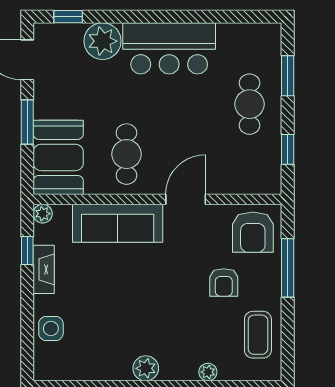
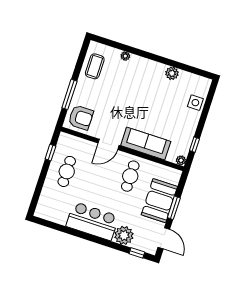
window: (288, 76) -> (39, 189), removed
cafe table: (250, 104) -> (67, 171), moved
booth: (58, 157) -> (159, 201), moved
armchair: (253, 232) -> (81, 118), turned 90
fireplace: (44, 269) -> (189, 133), removed
armchair: (224, 282) -> (103, 97), removed
plant: (146, 368) -> (172, 73), moved

